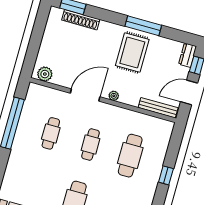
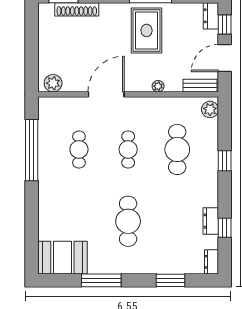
plant: (114, 96) -> (158, 86), moved
bench: (158, 108) -> (200, 86), width x0.73
plant: (166, 131) -> (210, 109), added

